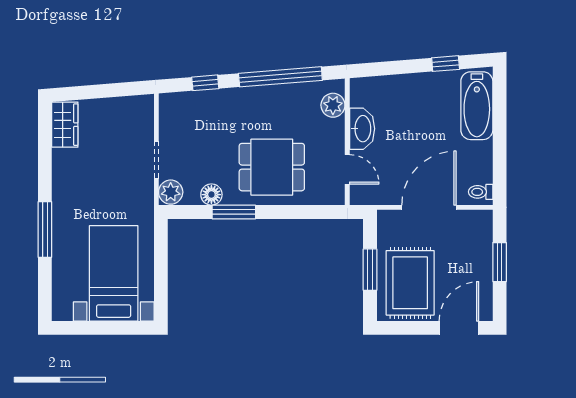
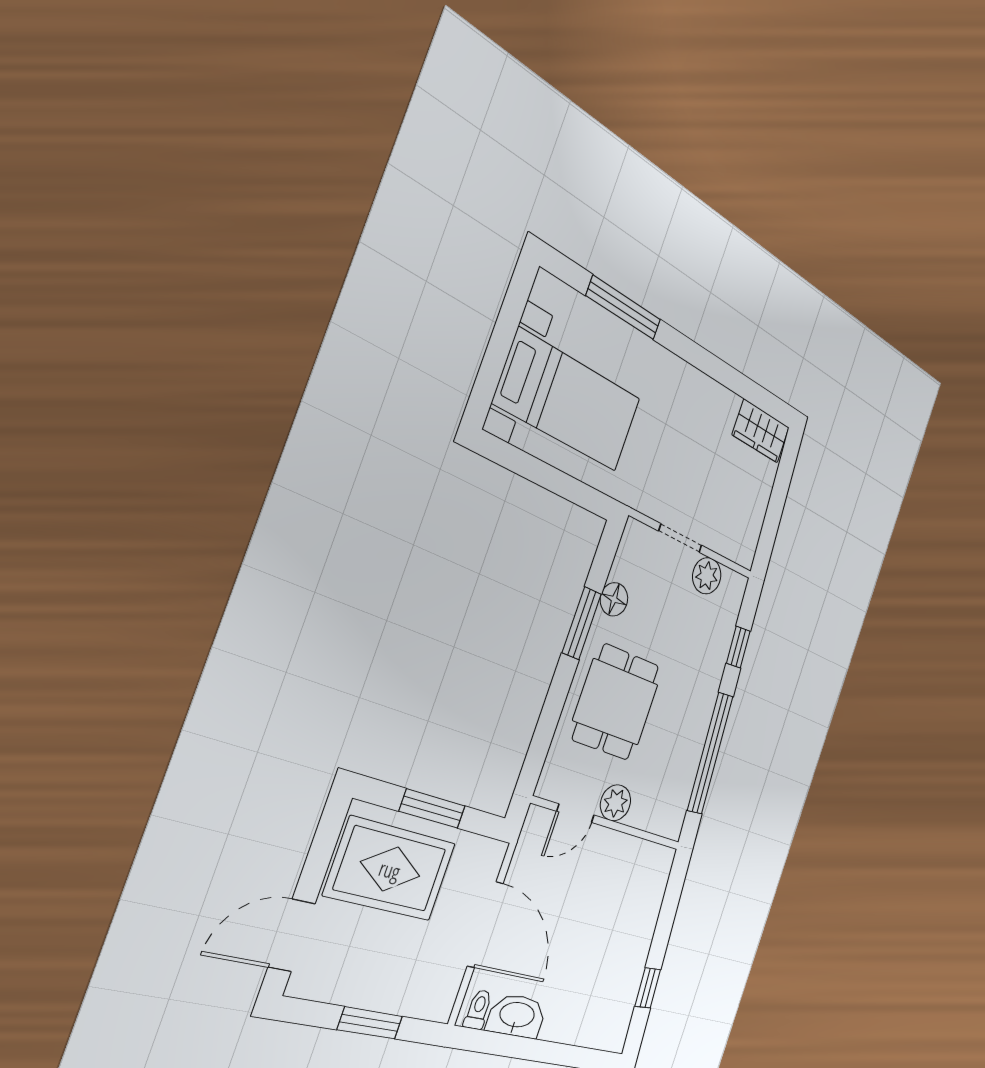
plant: (333, 105) -> (616, 803), moved
bathtub: (477, 106) -> (586, 1023), removed
washbasin: (362, 129) -> (517, 1016), moved, turned 180
plant: (171, 192) -> (707, 576), moved
window: (45, 229) -> (624, 308), moved
door: (459, 328) -> (292, 935), swing flipped

